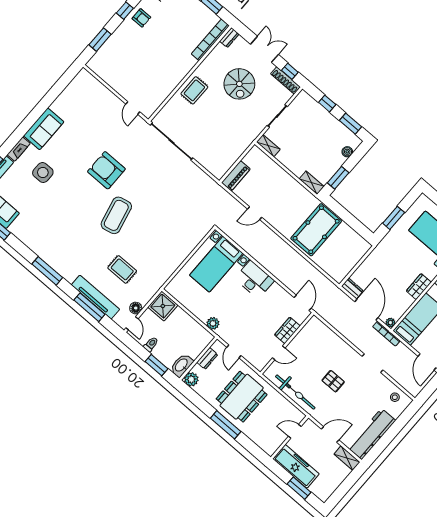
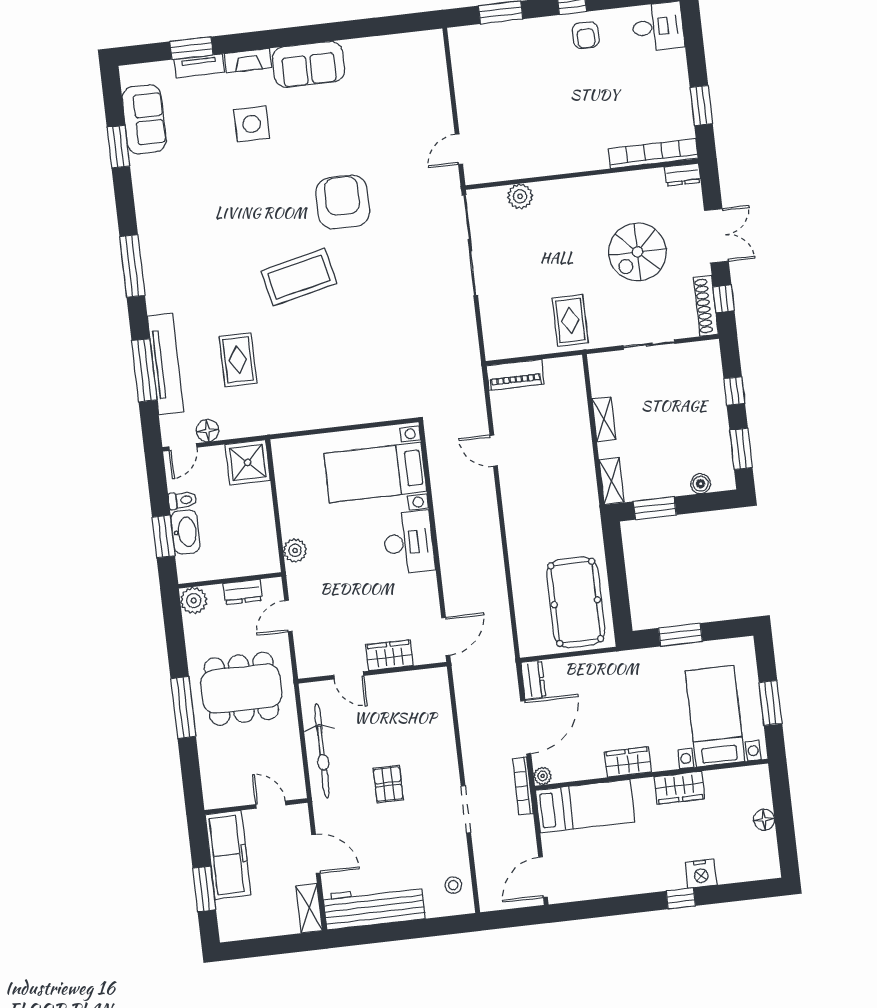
rug: (194, 90) -> (570, 320), moved, turned 90
plant: (174, 104) -> (520, 196), added
shelving: (268, 146) -> (604, 419), moved
pool table: (316, 230) -> (576, 602), moved, turned 90
washbasin: (182, 365) -> (185, 532), moved, turned 90

